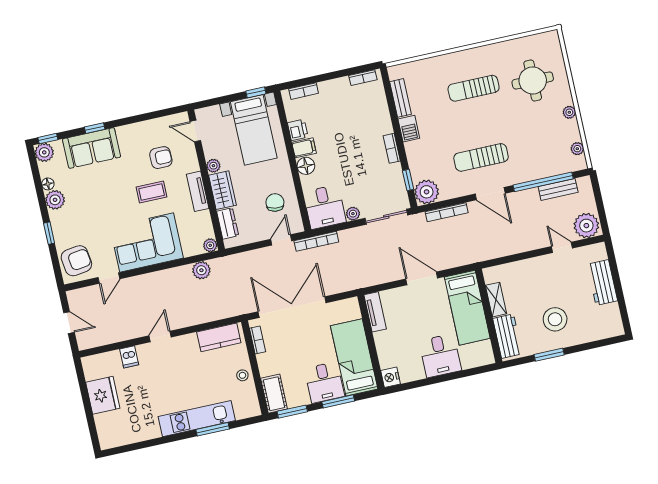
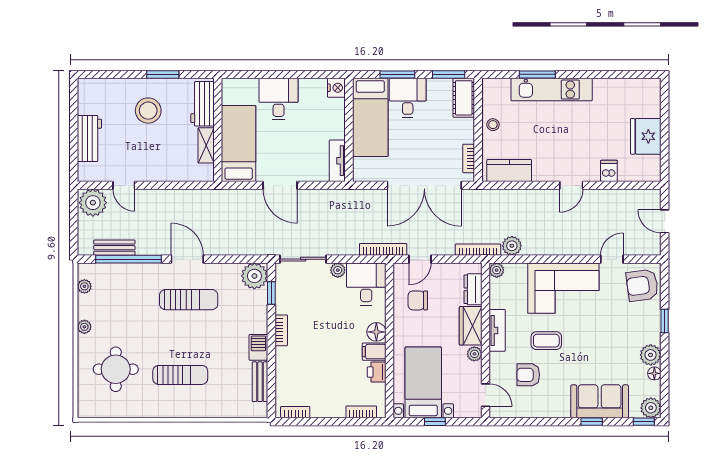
window: (256, 92) -> (435, 422), moved
chair: (275, 202) -> (418, 300), turned 81
bookcase: (447, 212) -> (478, 250), moved

